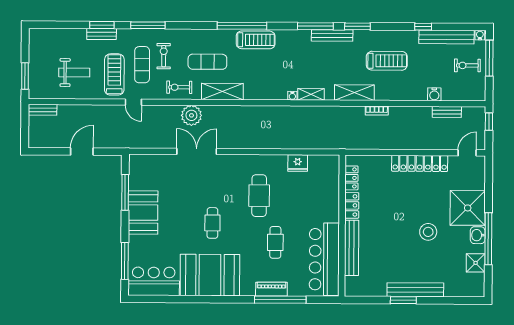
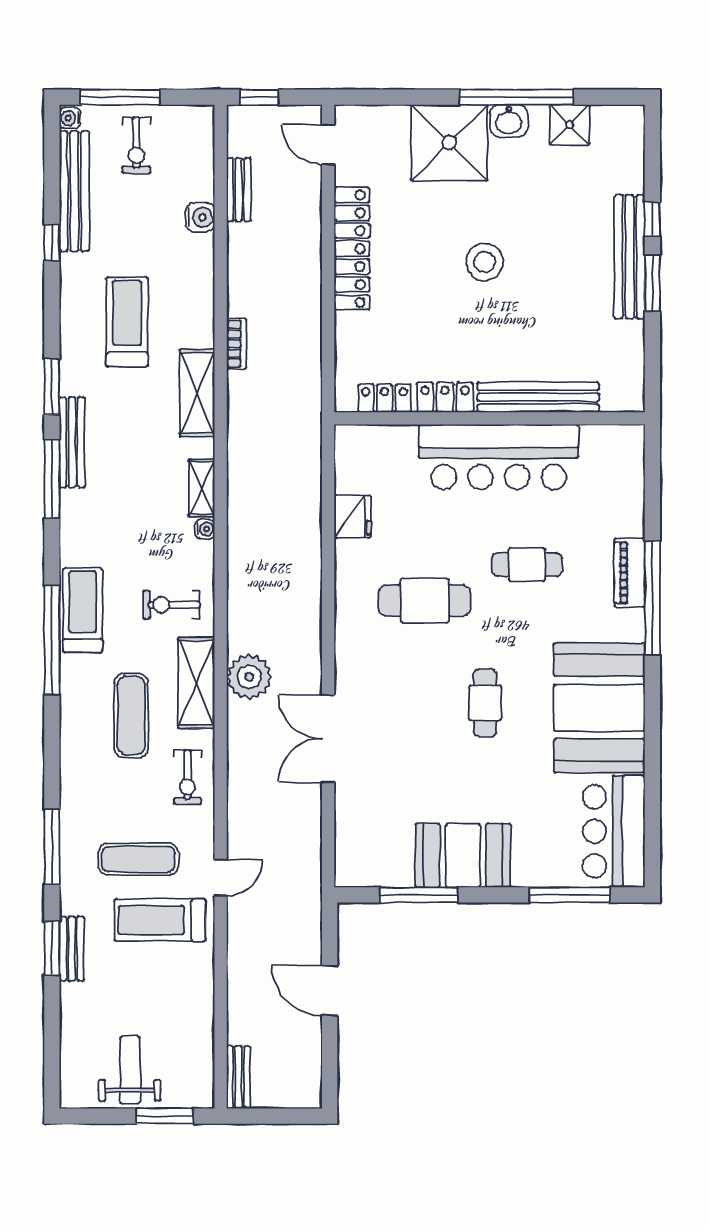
exercise bike: (164, 56) -> (171, 605), moved
weight bench: (74, 73) -> (130, 1070), moved
plant: (191, 115) -> (249, 677), moved
cafe table: (212, 223) -> (485, 703), turned 90
stool: (428, 232) -> (485, 262), moved
bar counter: (324, 259) -> (499, 457), moved
window: (280, 300) -> (652, 598), moved
window: (432, 300) -> (652, 219), added

